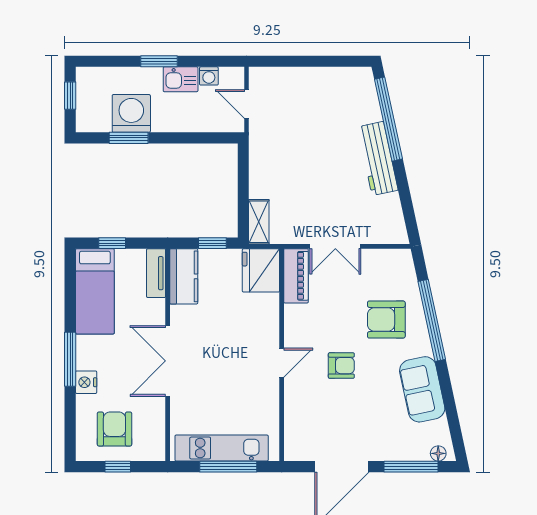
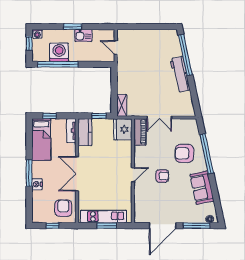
washing machine: (209, 76) -> (37, 34), moved
window: (129, 138) -> (58, 64), width x2.11
armchair: (114, 429) -> (63, 208), moved
window: (228, 467) -> (107, 226), width x0.69

